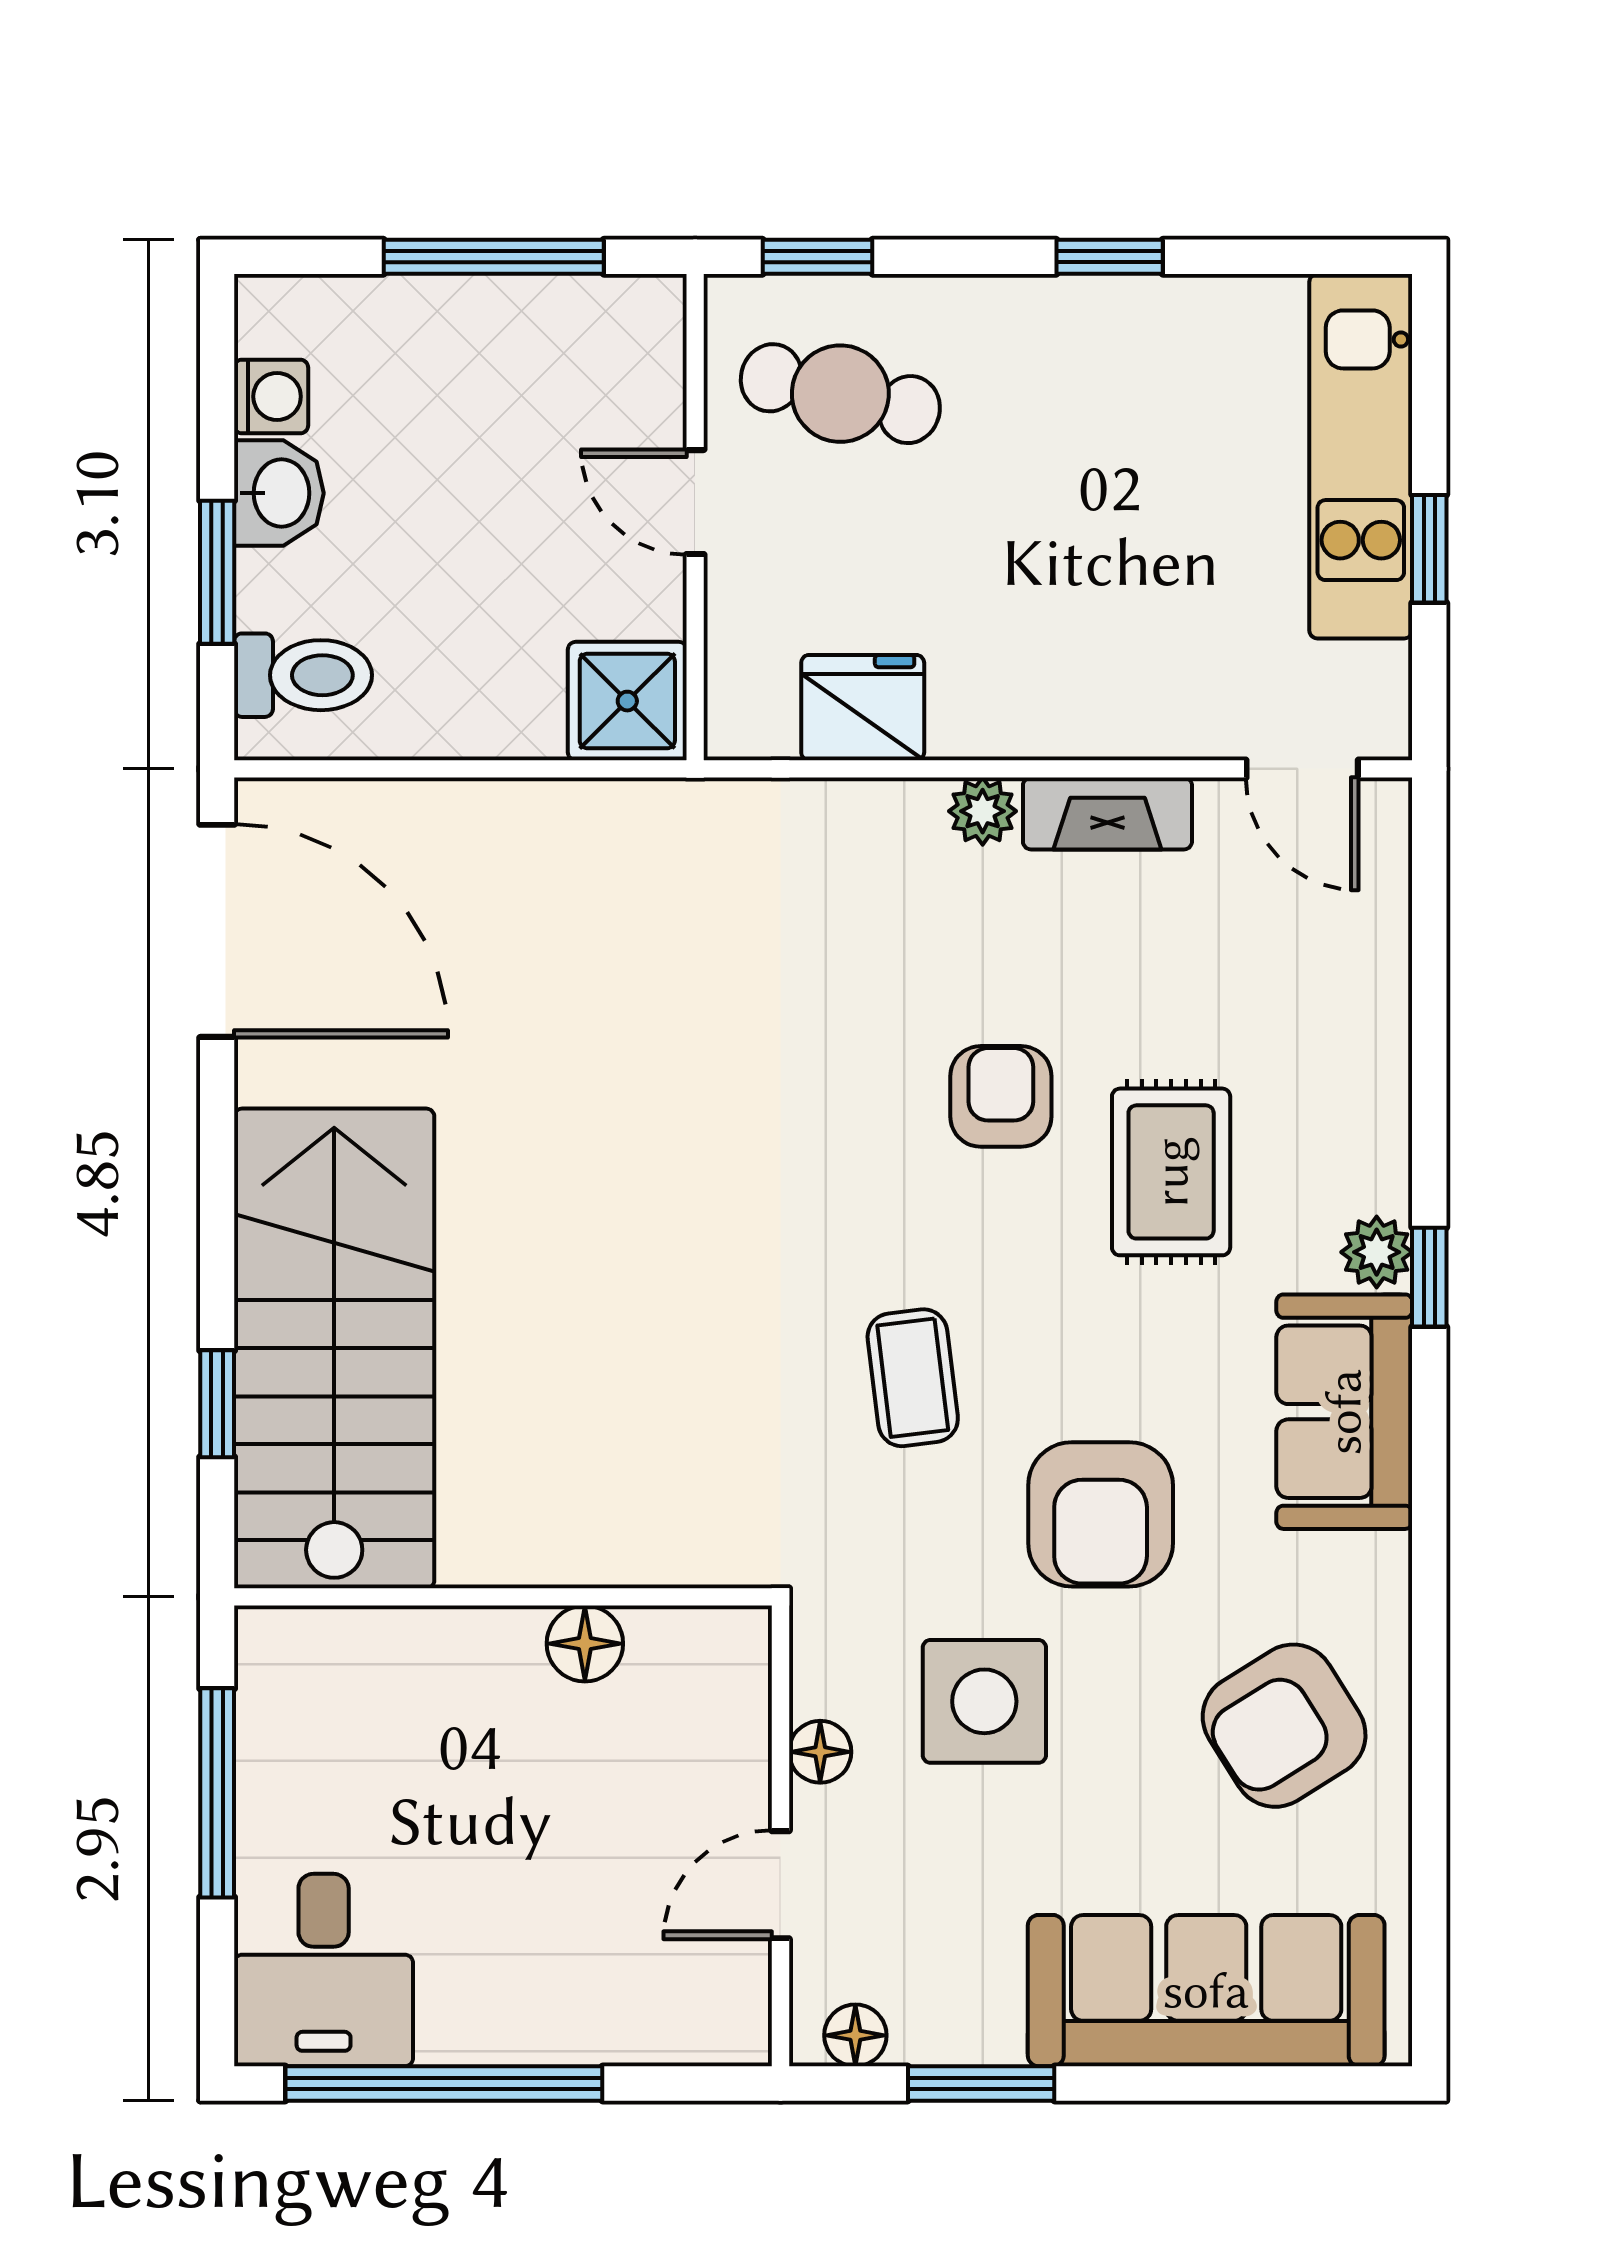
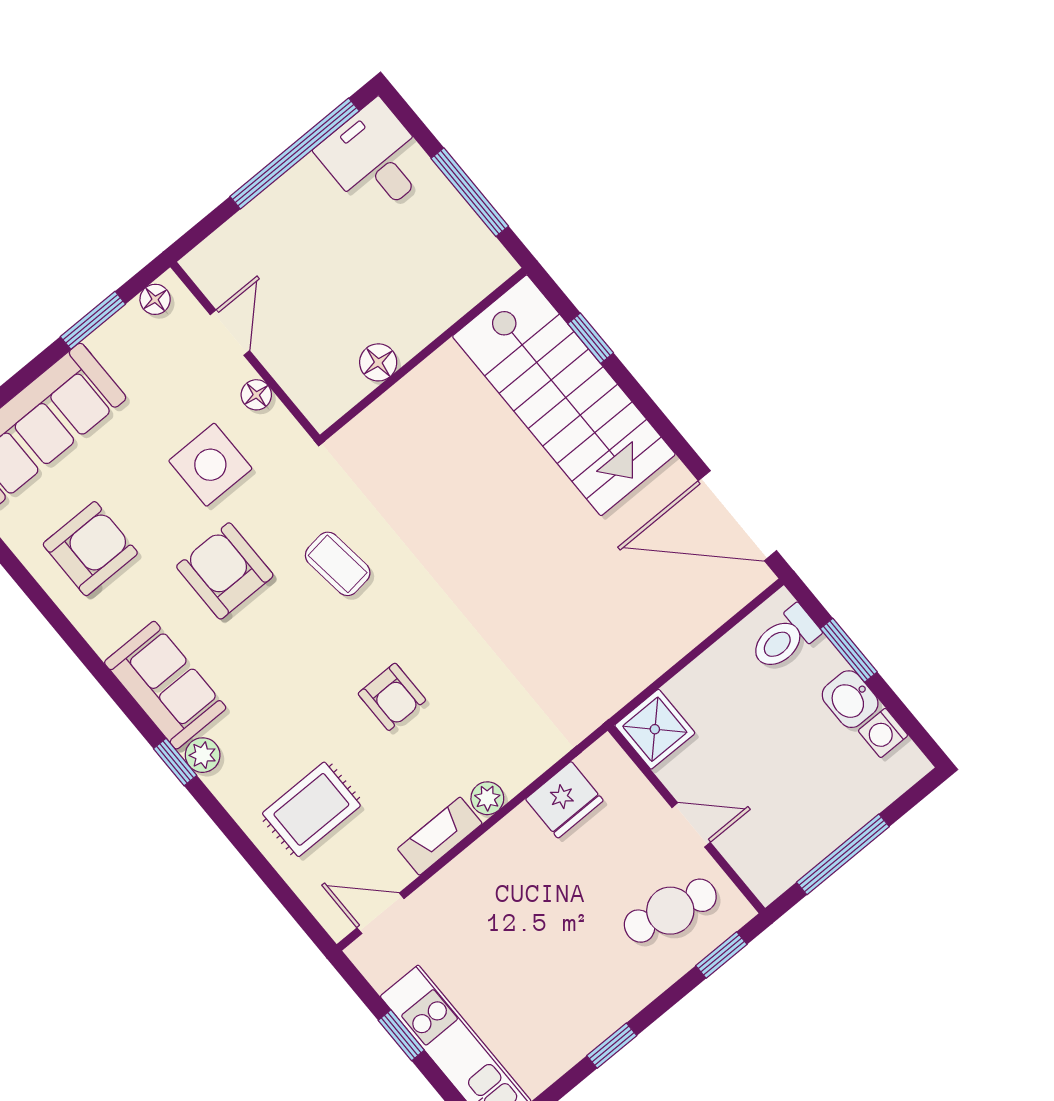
rug: (1171, 1172) -> (311, 809), moved, turned 90
armchair: (1284, 1726) -> (90, 549), turned 32

